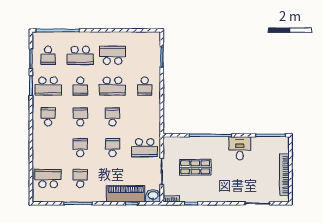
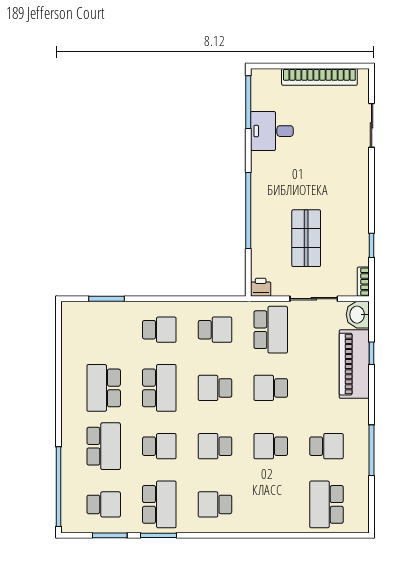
school desk: (145, 117) -> (215, 330), added
printer: (168, 142) -> (261, 287), added
desk: (240, 148) -> (272, 131), moved
school desk: (80, 178) -> (326, 446), turned 180

